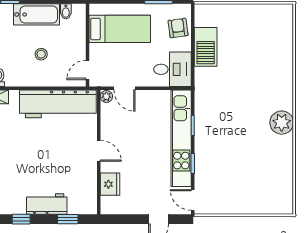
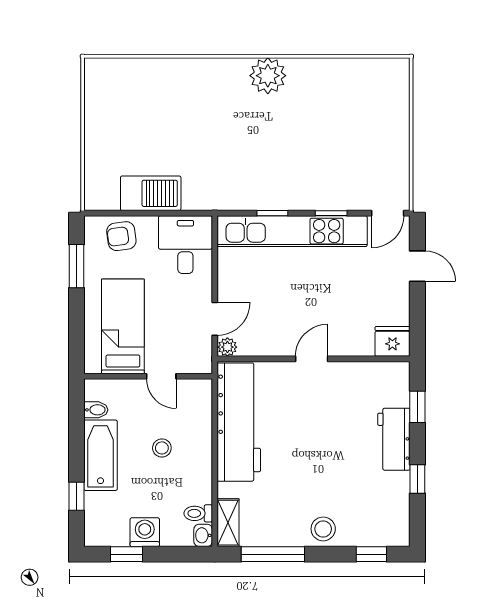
door: (87, 70) -> (161, 376), moved
fridge: (110, 184) -> (392, 341), moved

